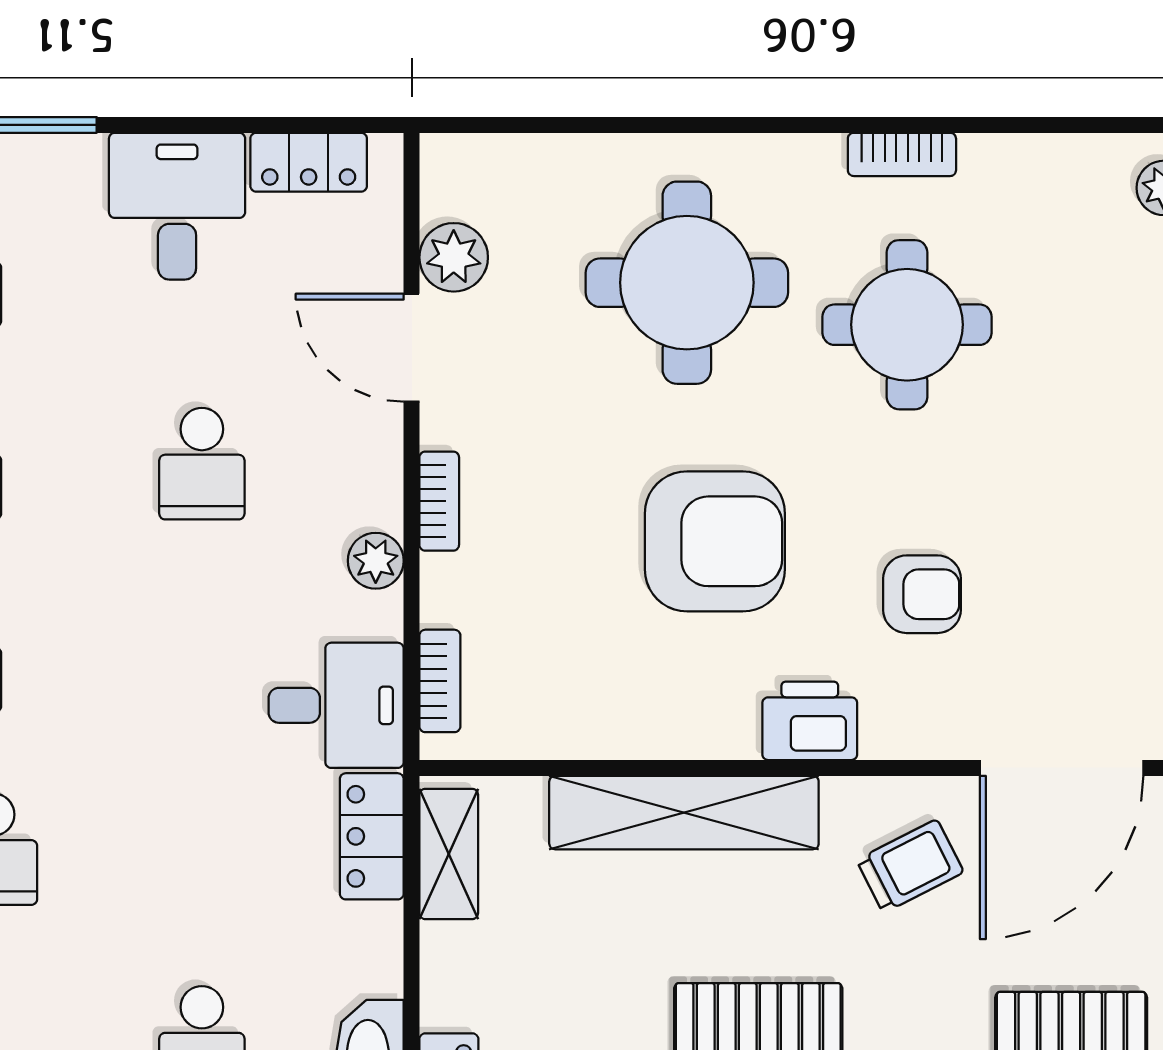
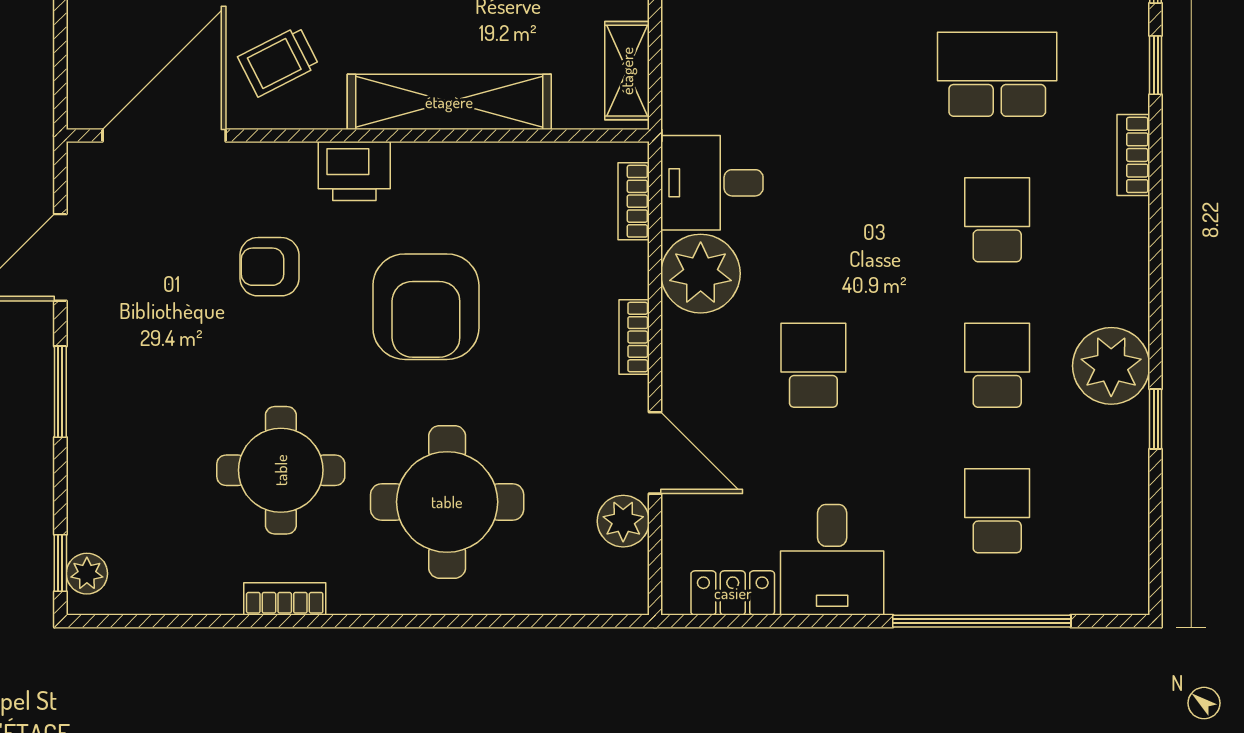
armchair: (715, 541) -> (426, 307), turned -90
plant: (376, 561) -> (701, 274), width x1.87, depth x1.87
locker: (372, 836) -> (685, 84), removed

